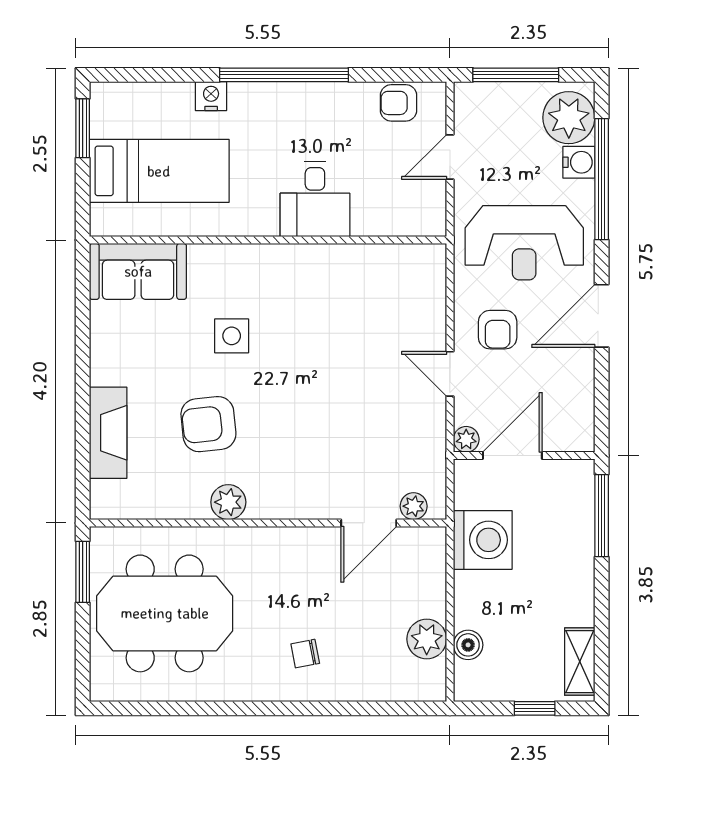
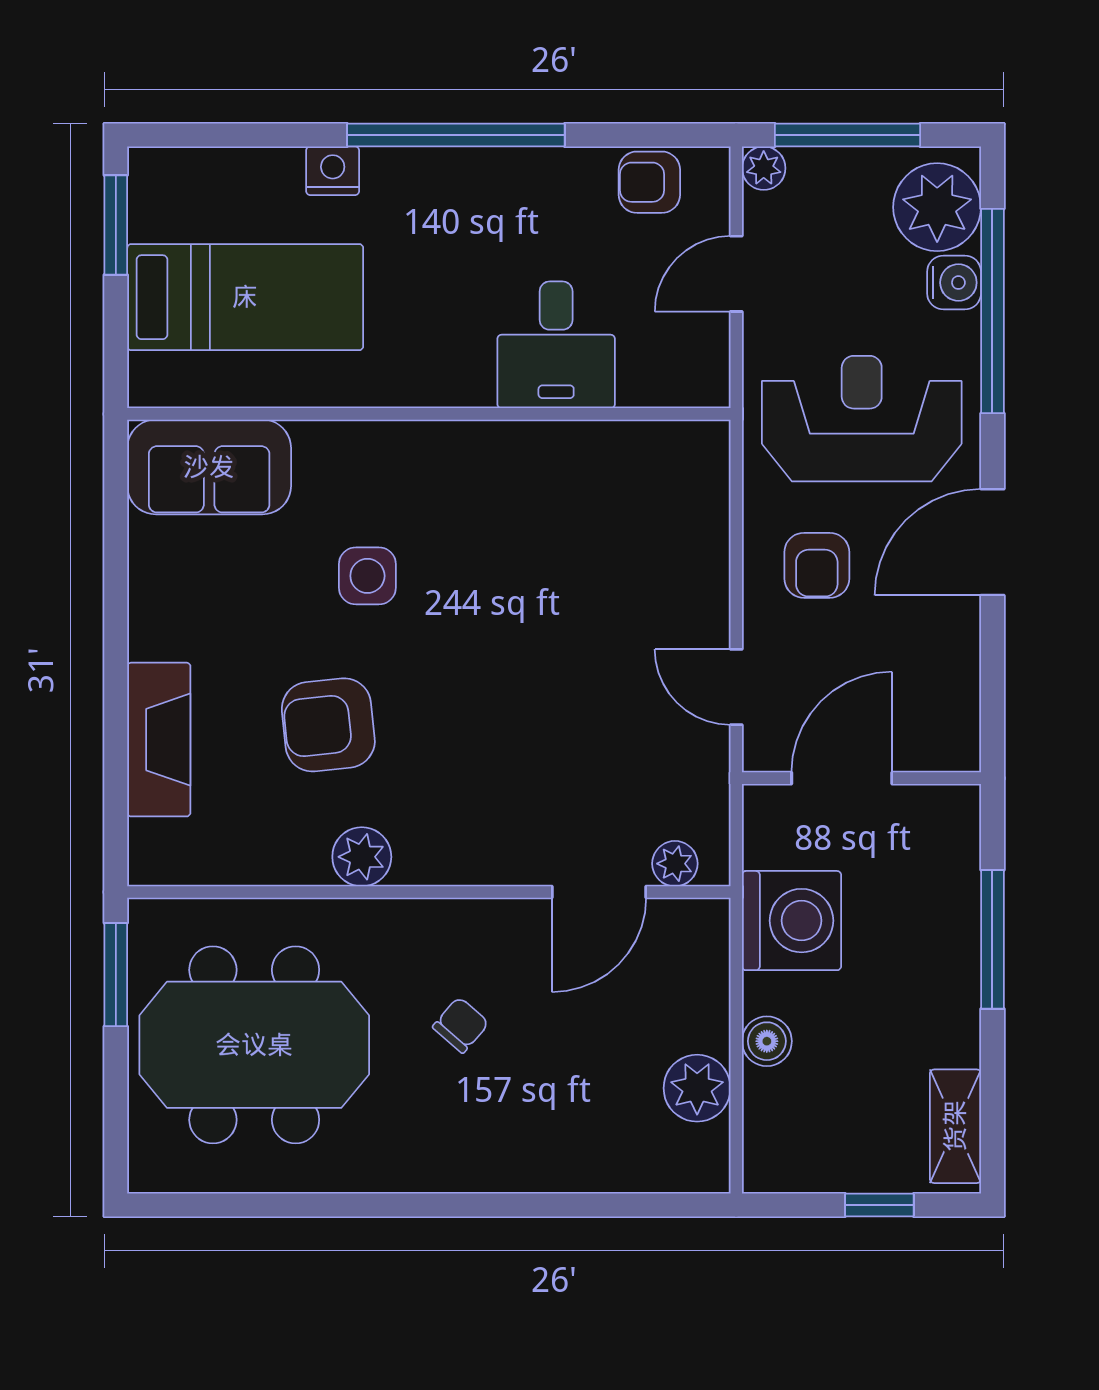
desk: (315, 199) -> (556, 345), moved
reception desk: (524, 243) -> (862, 419), turned 180
door: (450, 374) -> (736, 687), moved
plant: (466, 439) -> (764, 168), moved
window: (602, 516) -> (992, 939), moved
boiler: (468, 645) -> (767, 1041), moved
chair: (305, 654) -> (461, 1025), moved, turned 142

